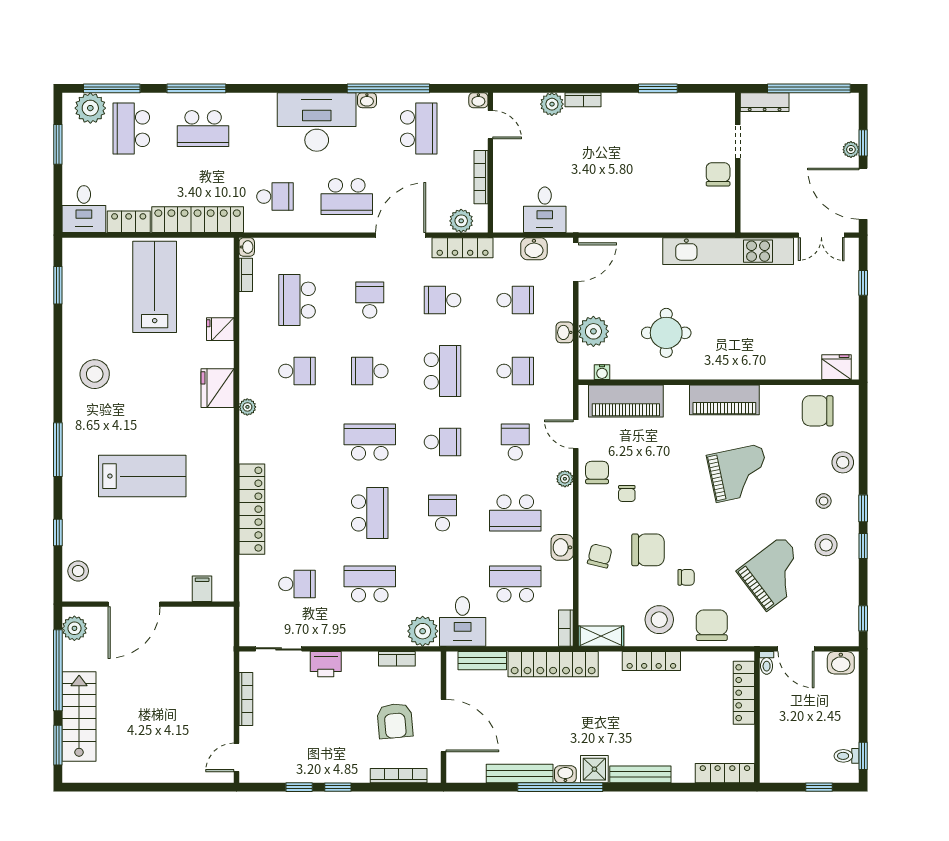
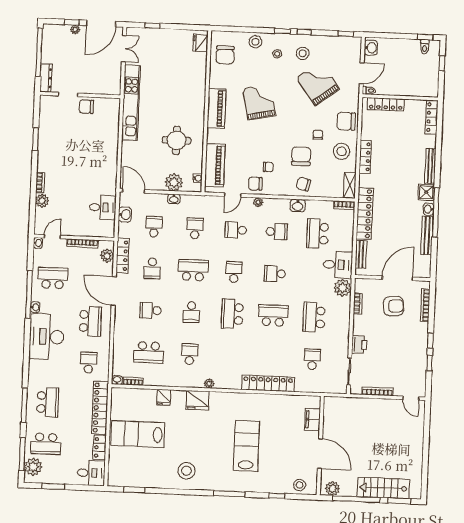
school desk: (515, 513) -> (277, 232), width x0.54
filing cabinet: (202, 589) -> (313, 420), width x2.00

